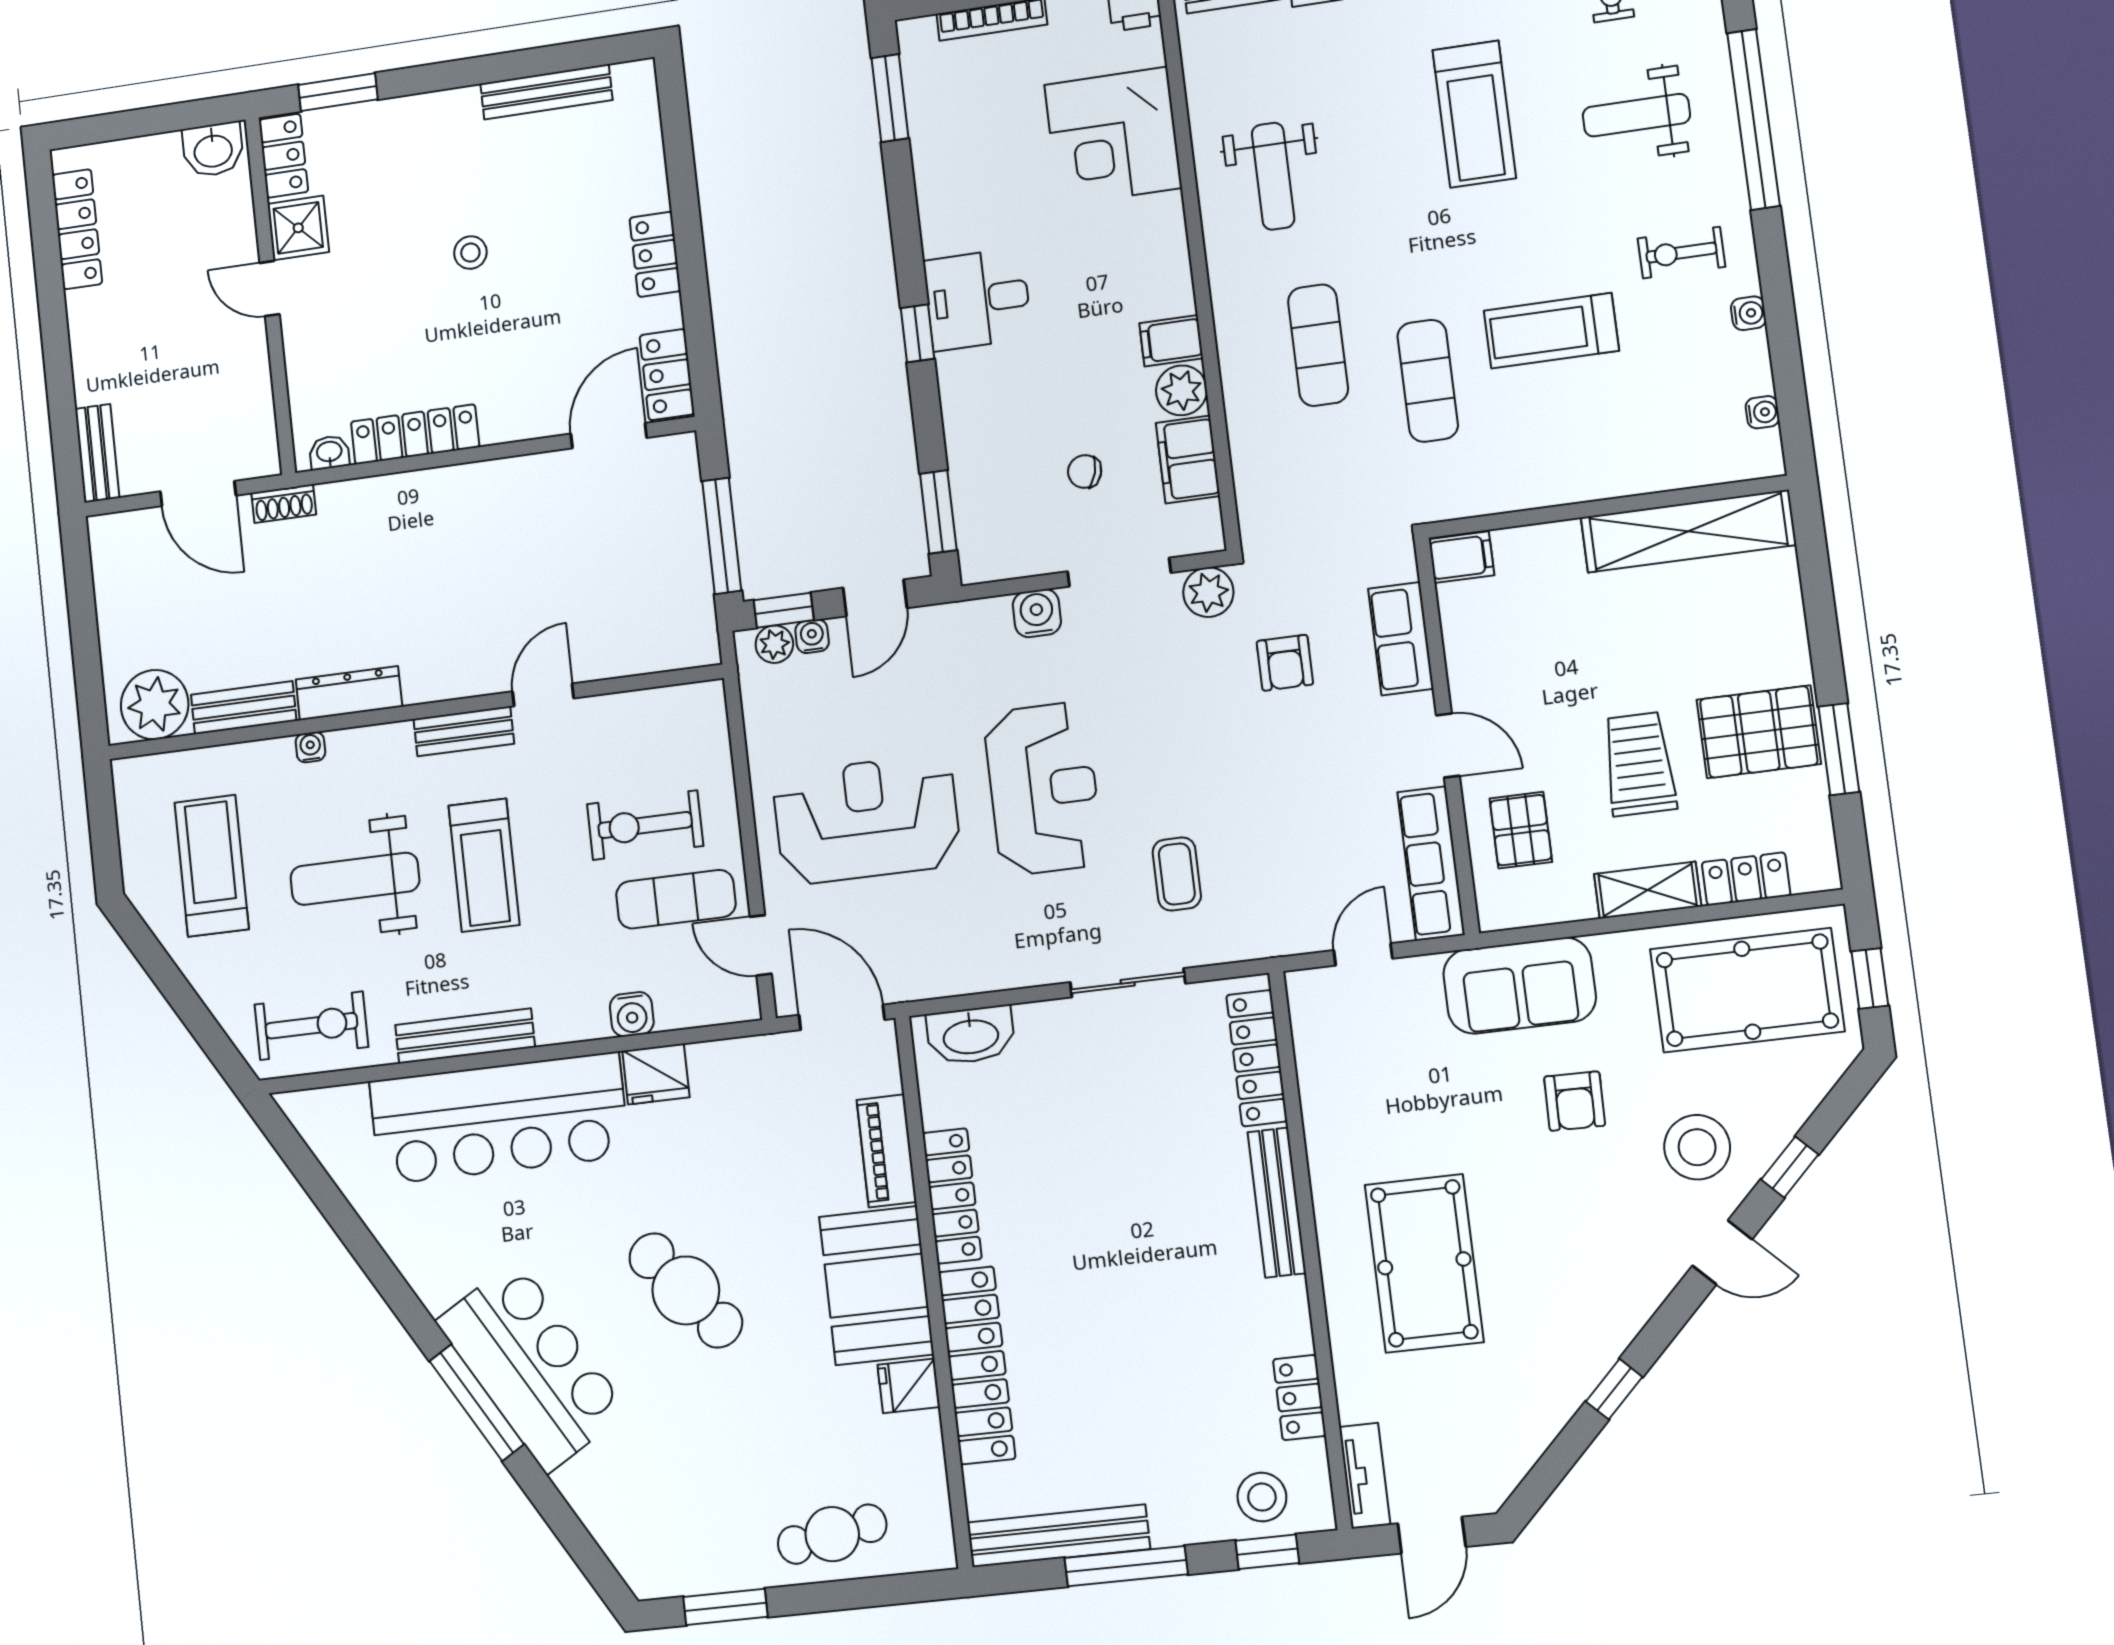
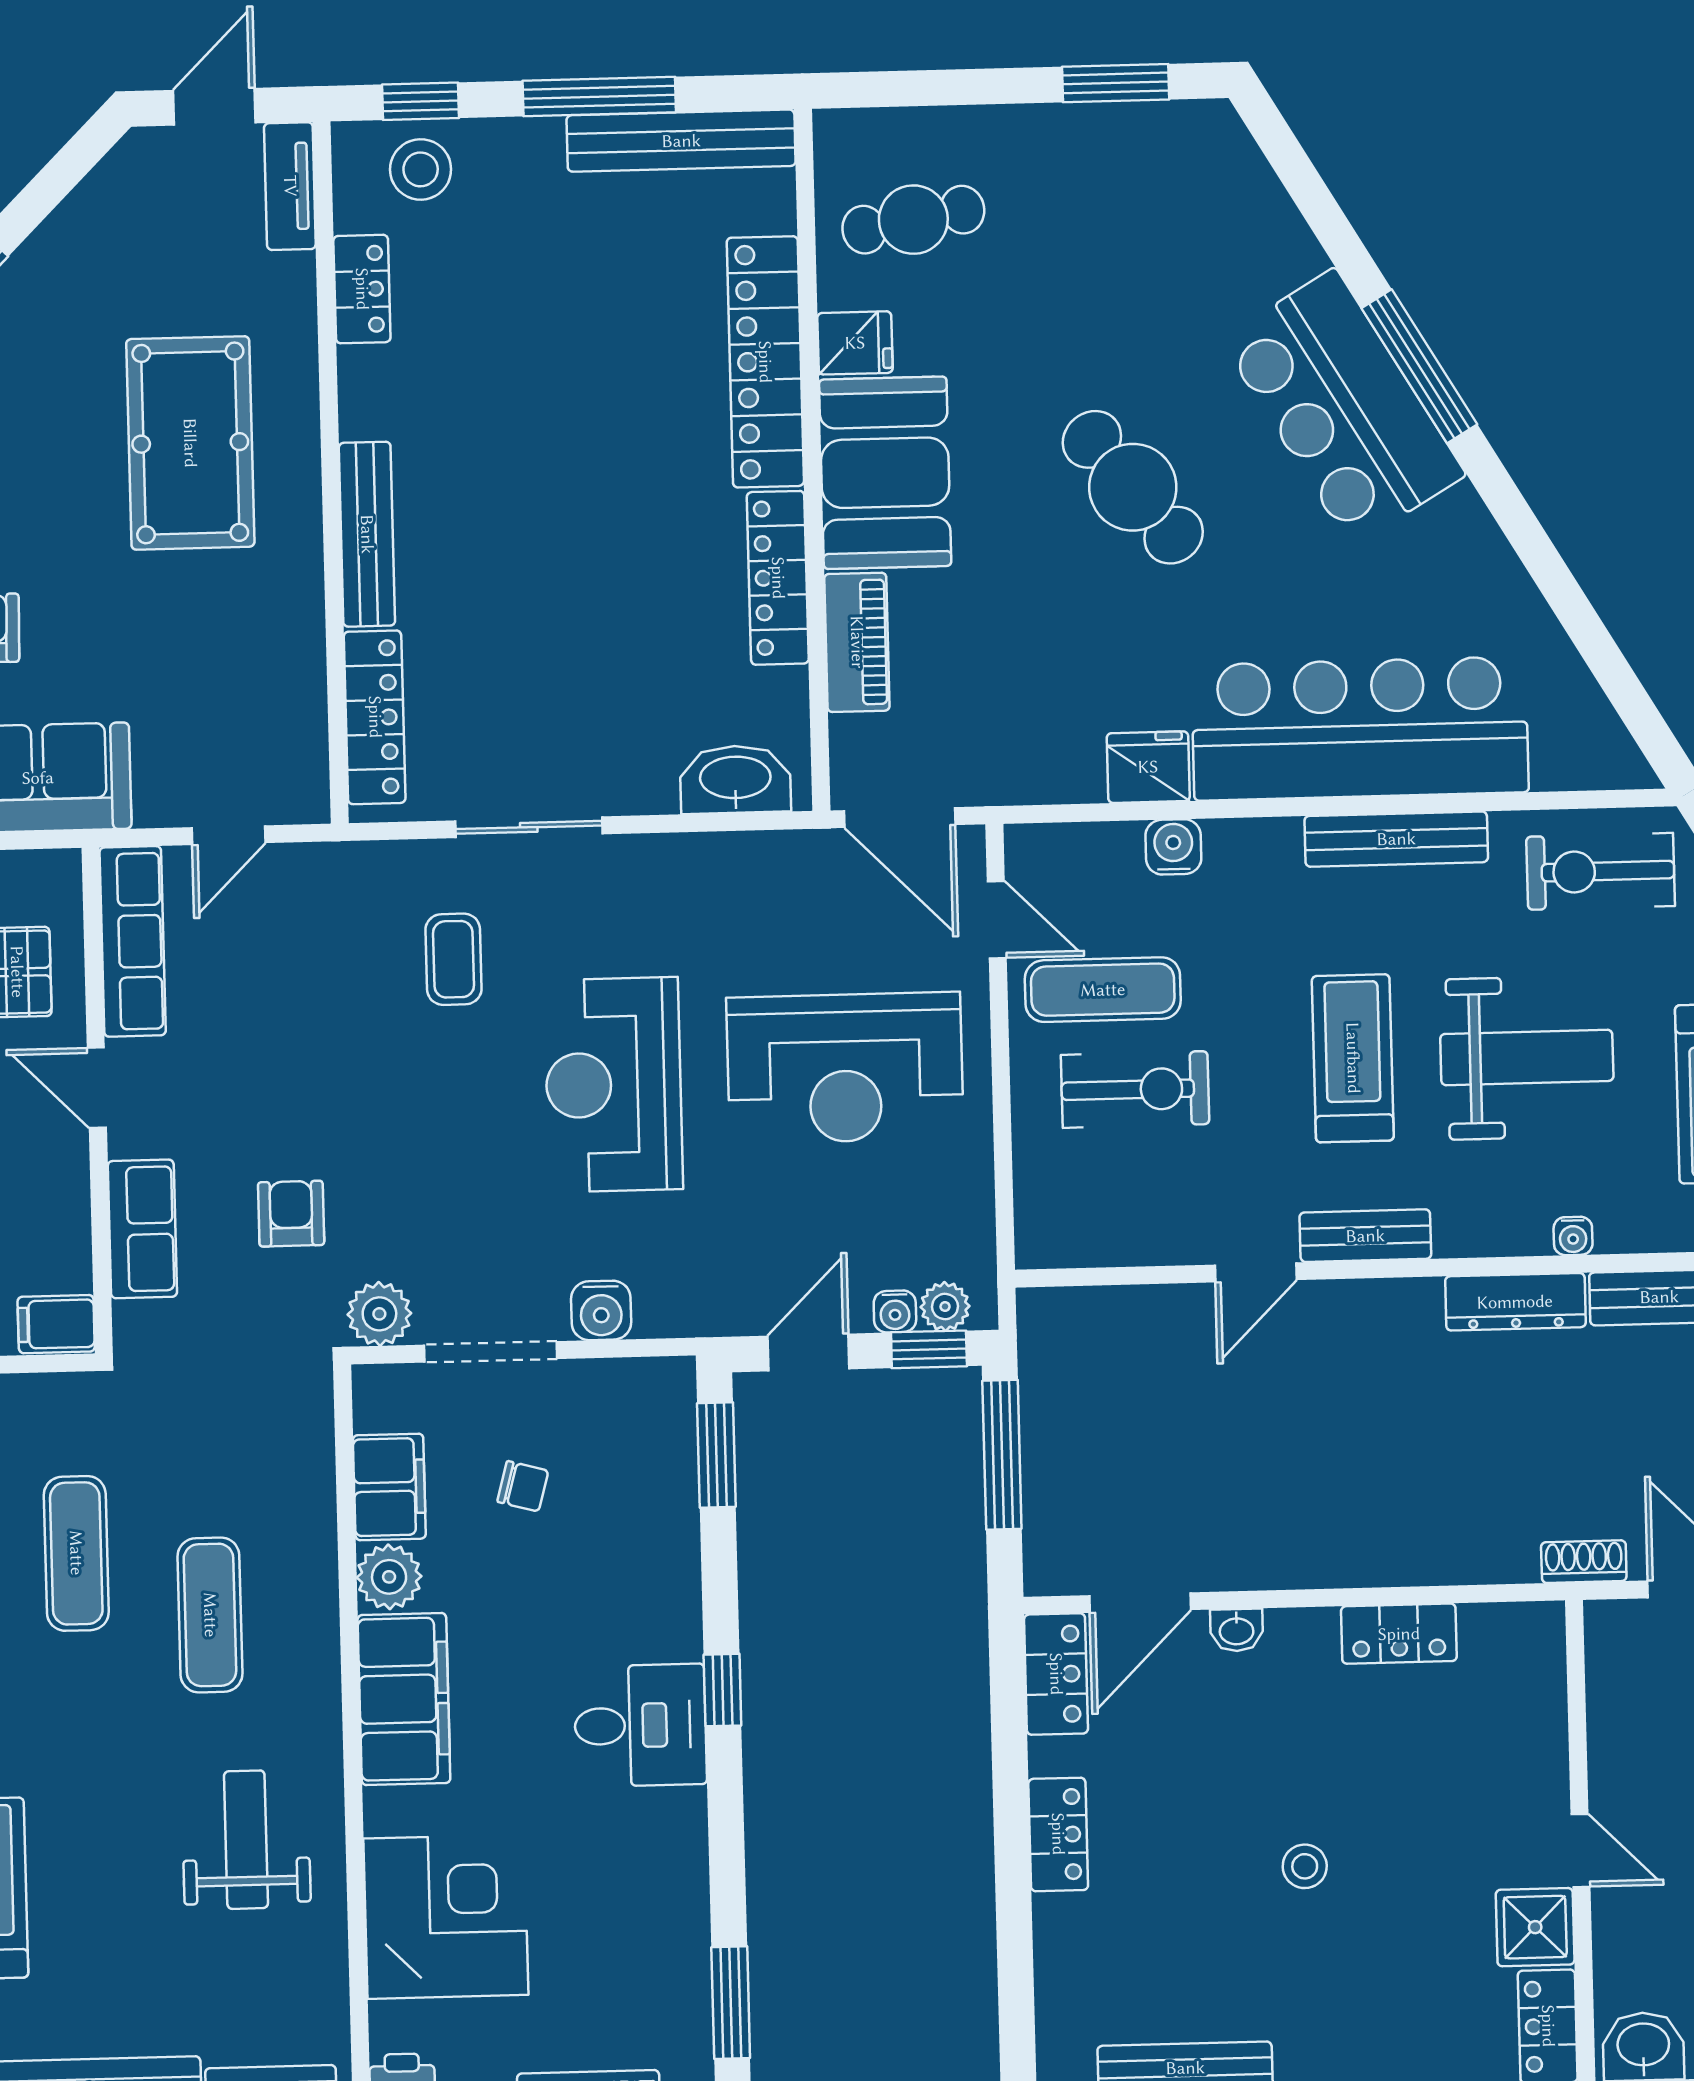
filing cabinet: (1171, 341) -> (404, 1699), width x3.00, depth x1.17
locker: (415, 434) -> (1399, 1634), width x0.66
washbasin: (329, 452) -> (1237, 1630), moved
cafe table: (832, 1534) -> (913, 220), moved

